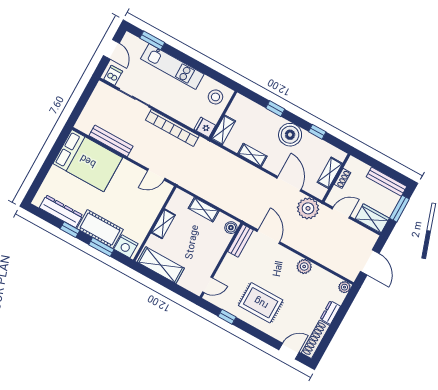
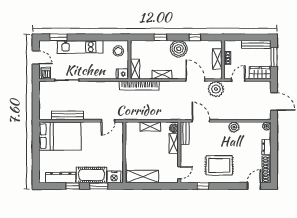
bookcase: (172, 128) -> (139, 86), moved
shelving: (163, 224) -> (174, 143), moved

